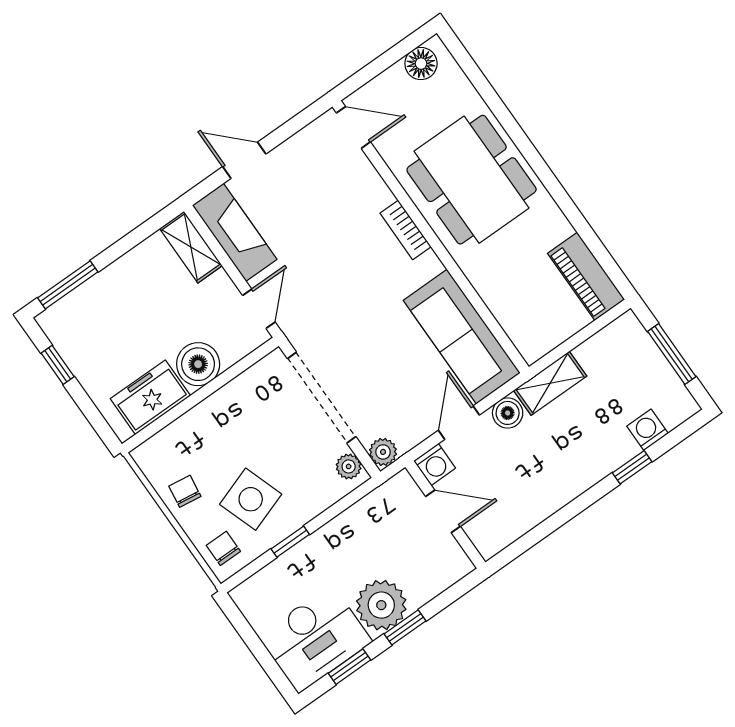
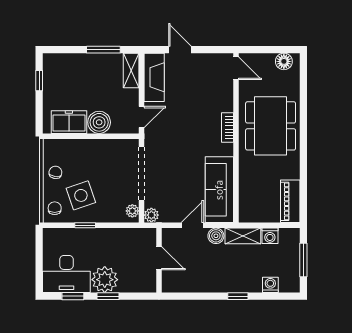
window: (68, 285) -> (103, 50), moved
washing machine: (435, 464) -> (270, 236), moved
window: (632, 467) -> (238, 296), moved

